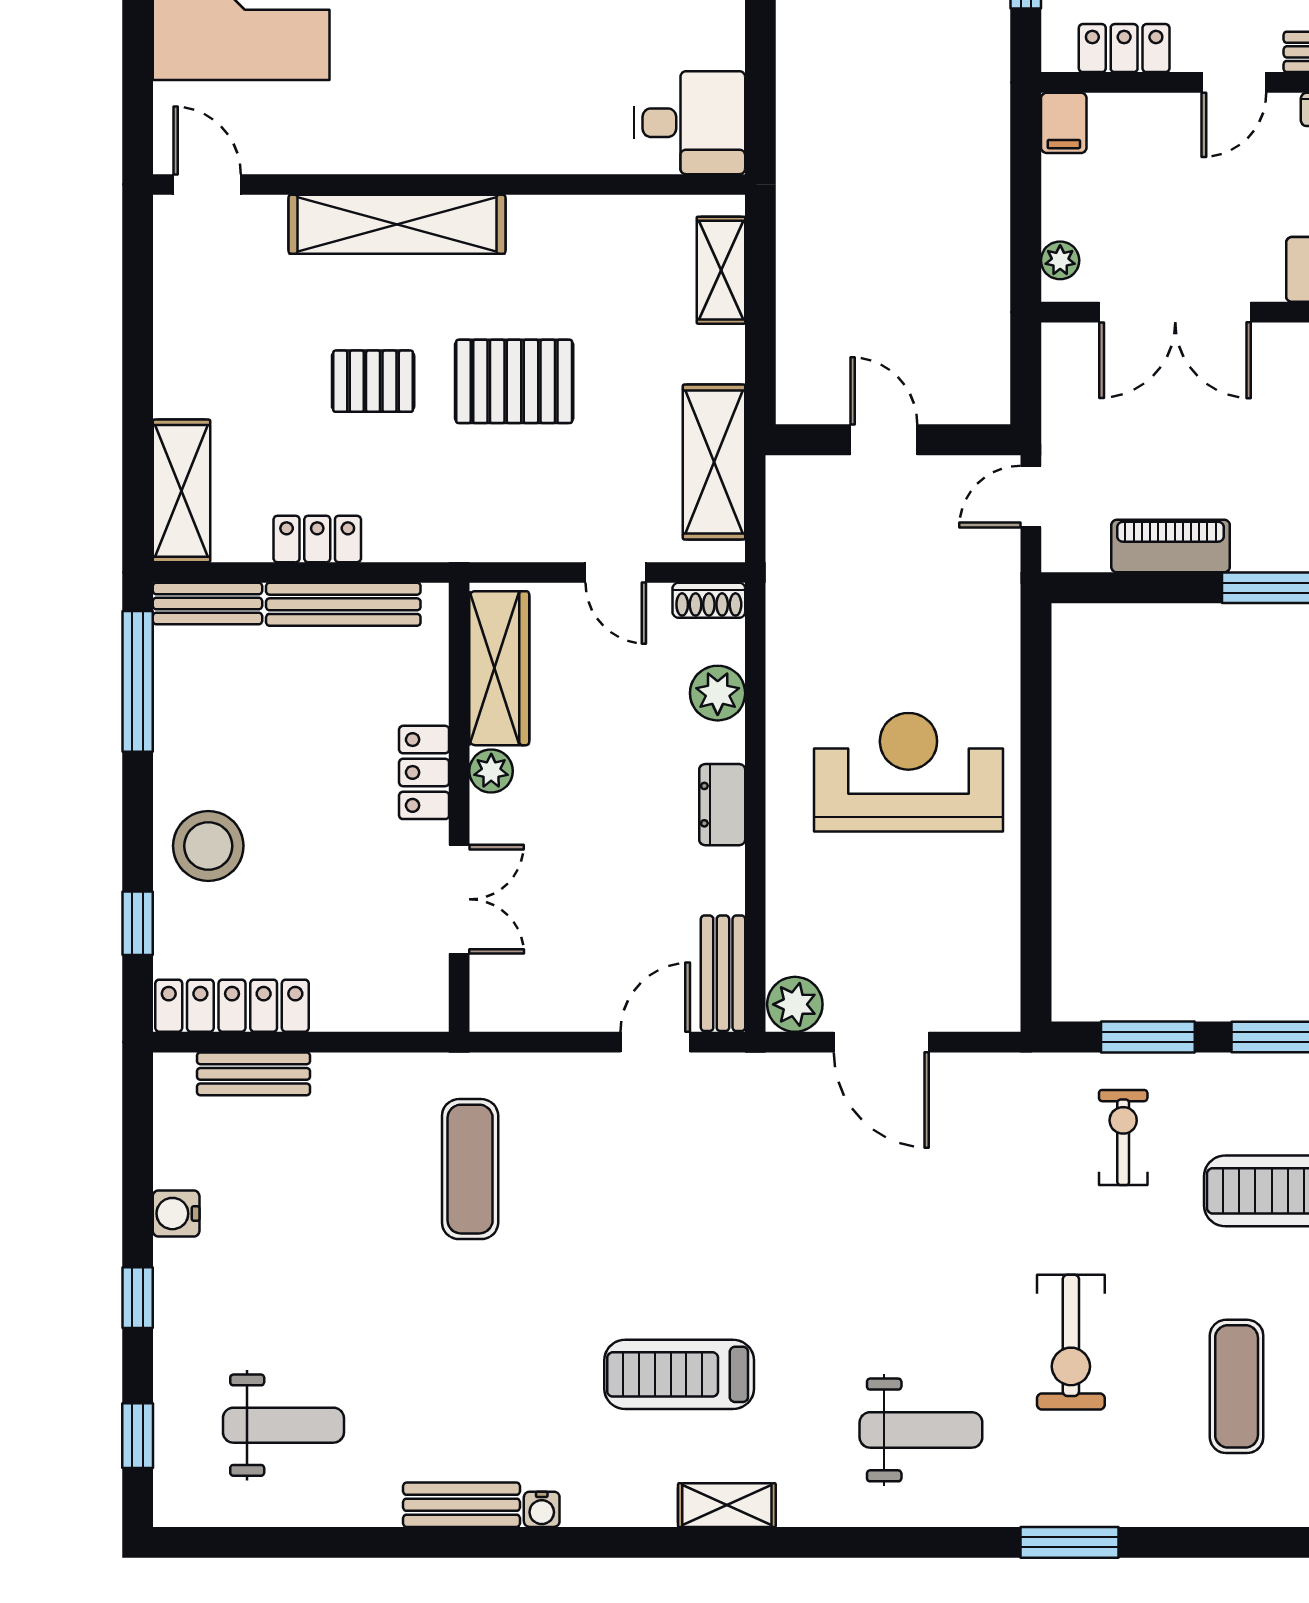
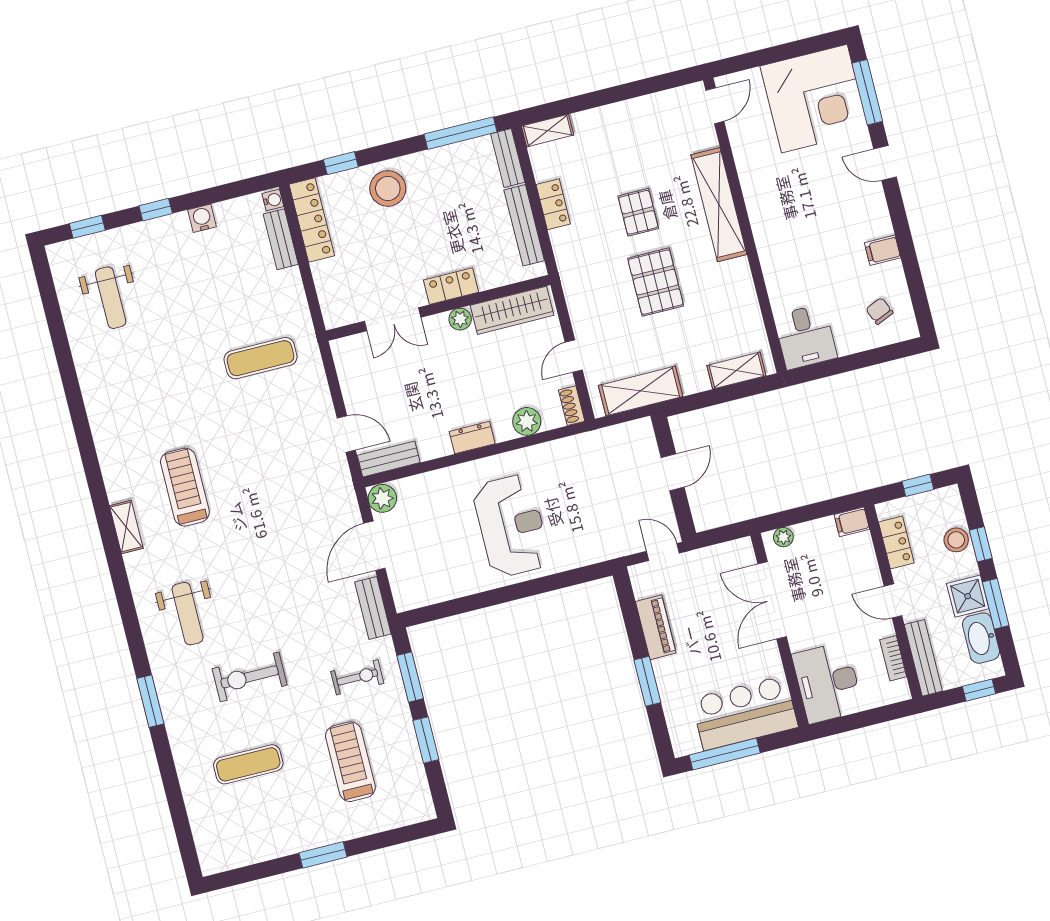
shelving: (181, 491) -> (548, 131), width x0.67, depth x0.75
bench: (462, 1505) -> (373, 608), moved
water cooler: (542, 1509) -> (273, 200), moved, turned 180

